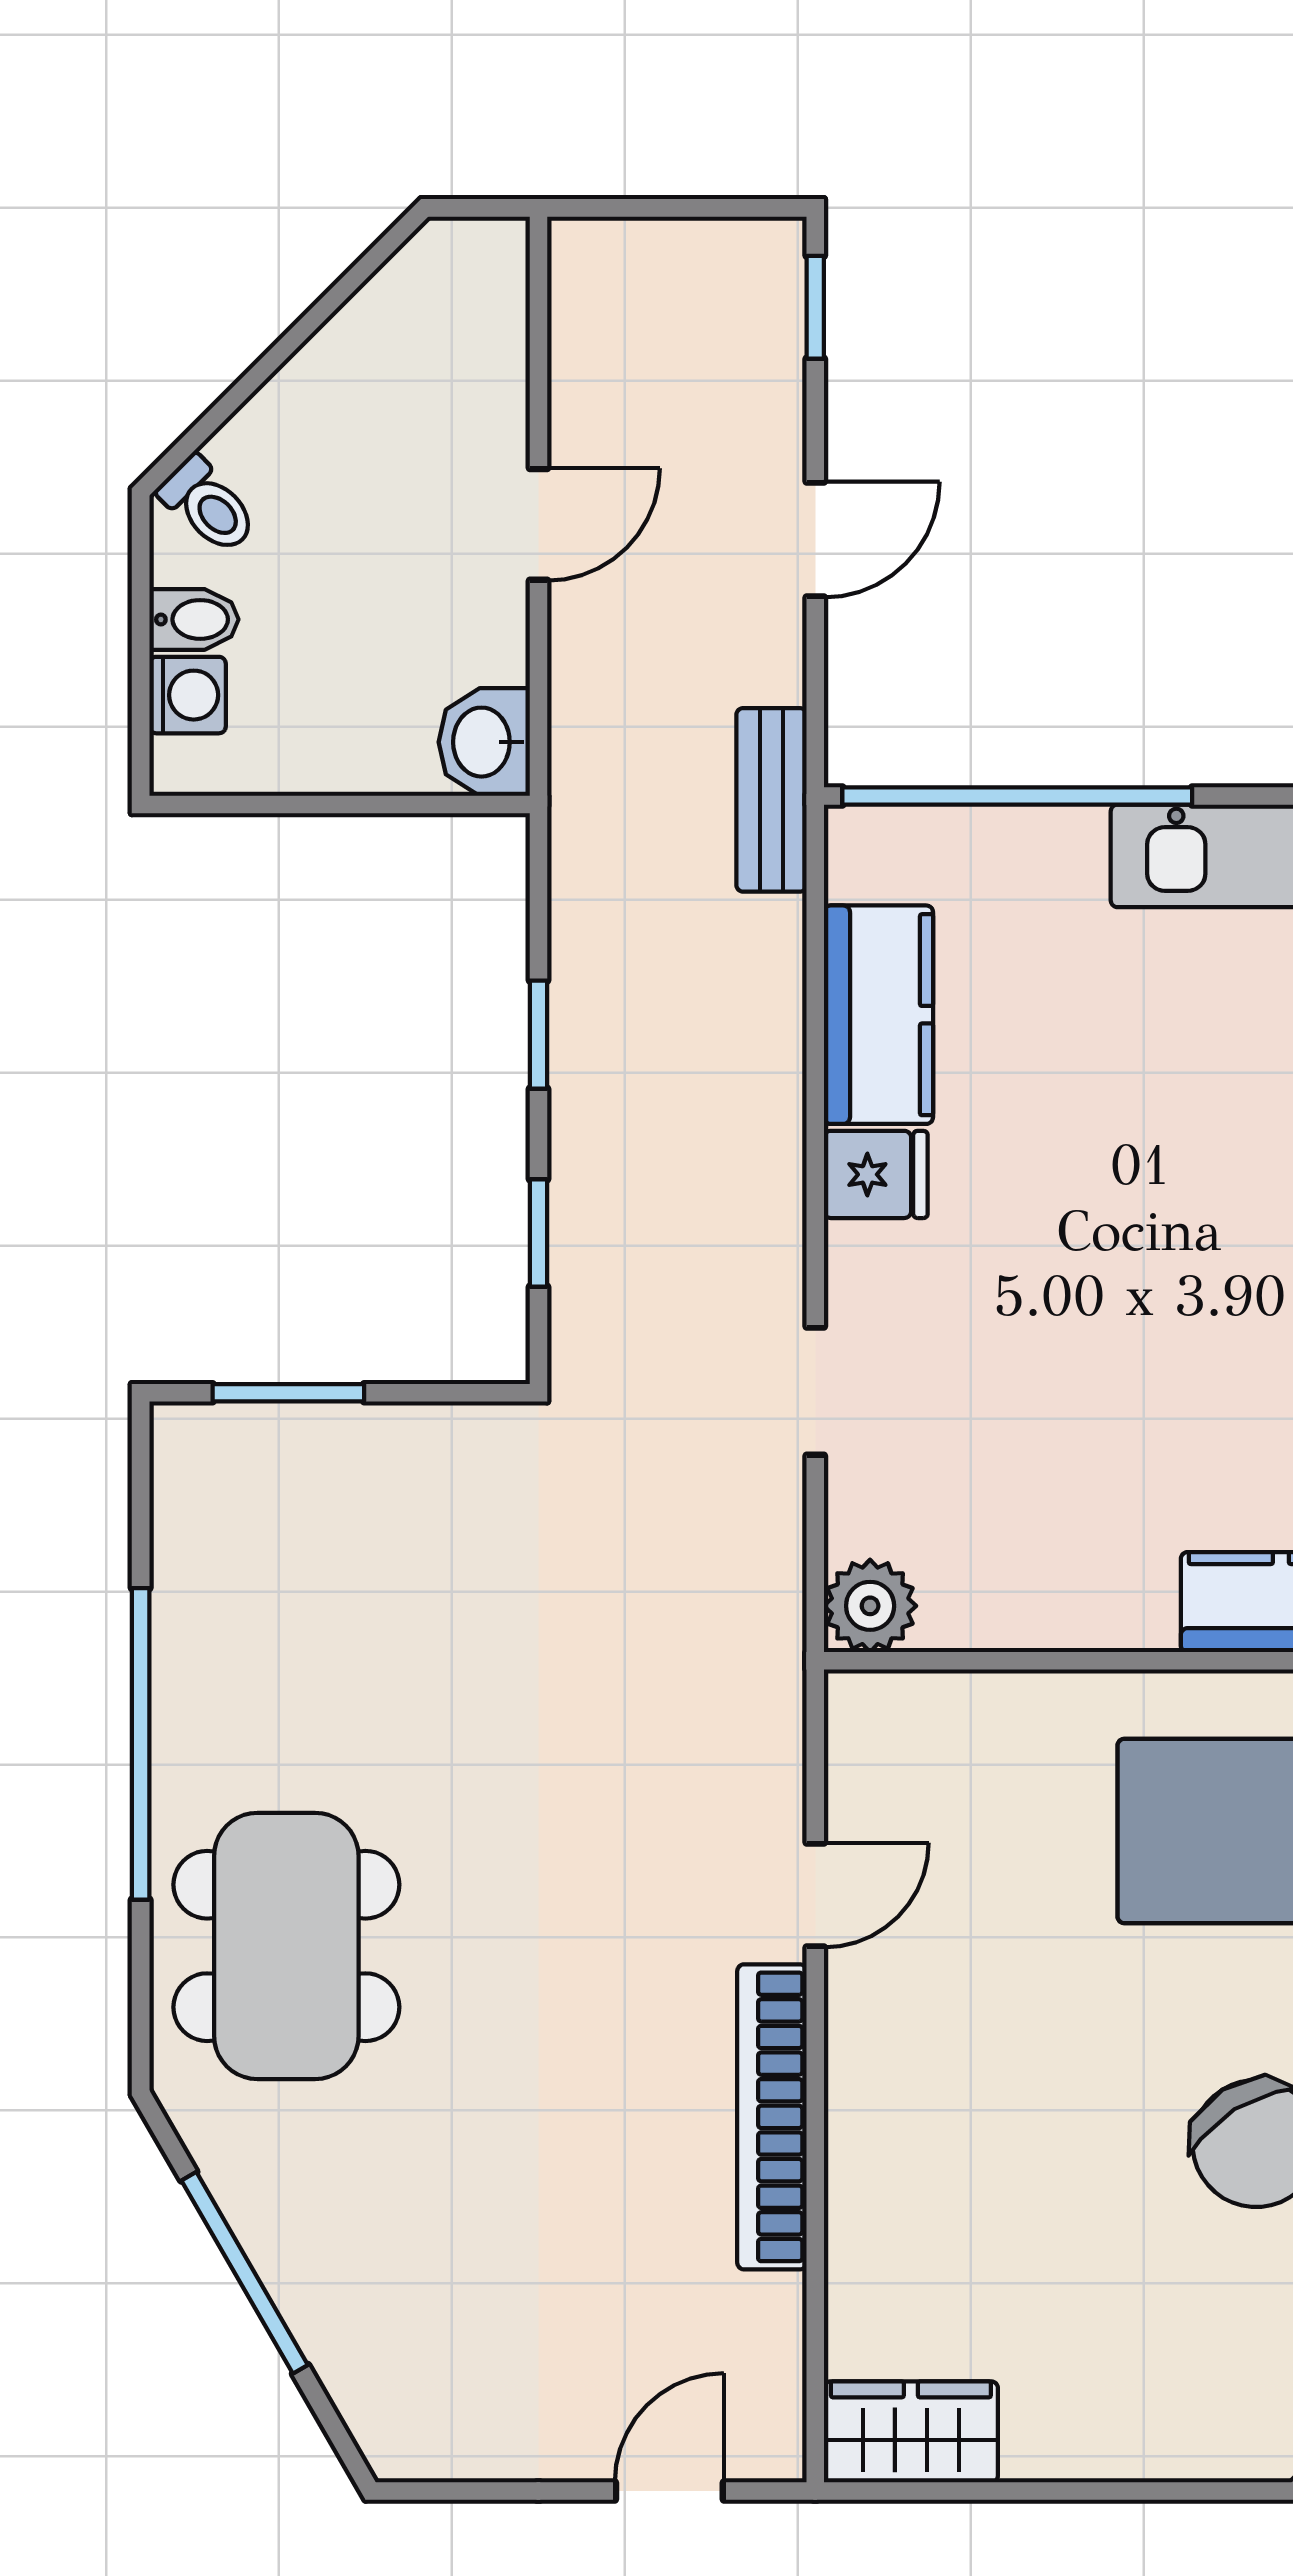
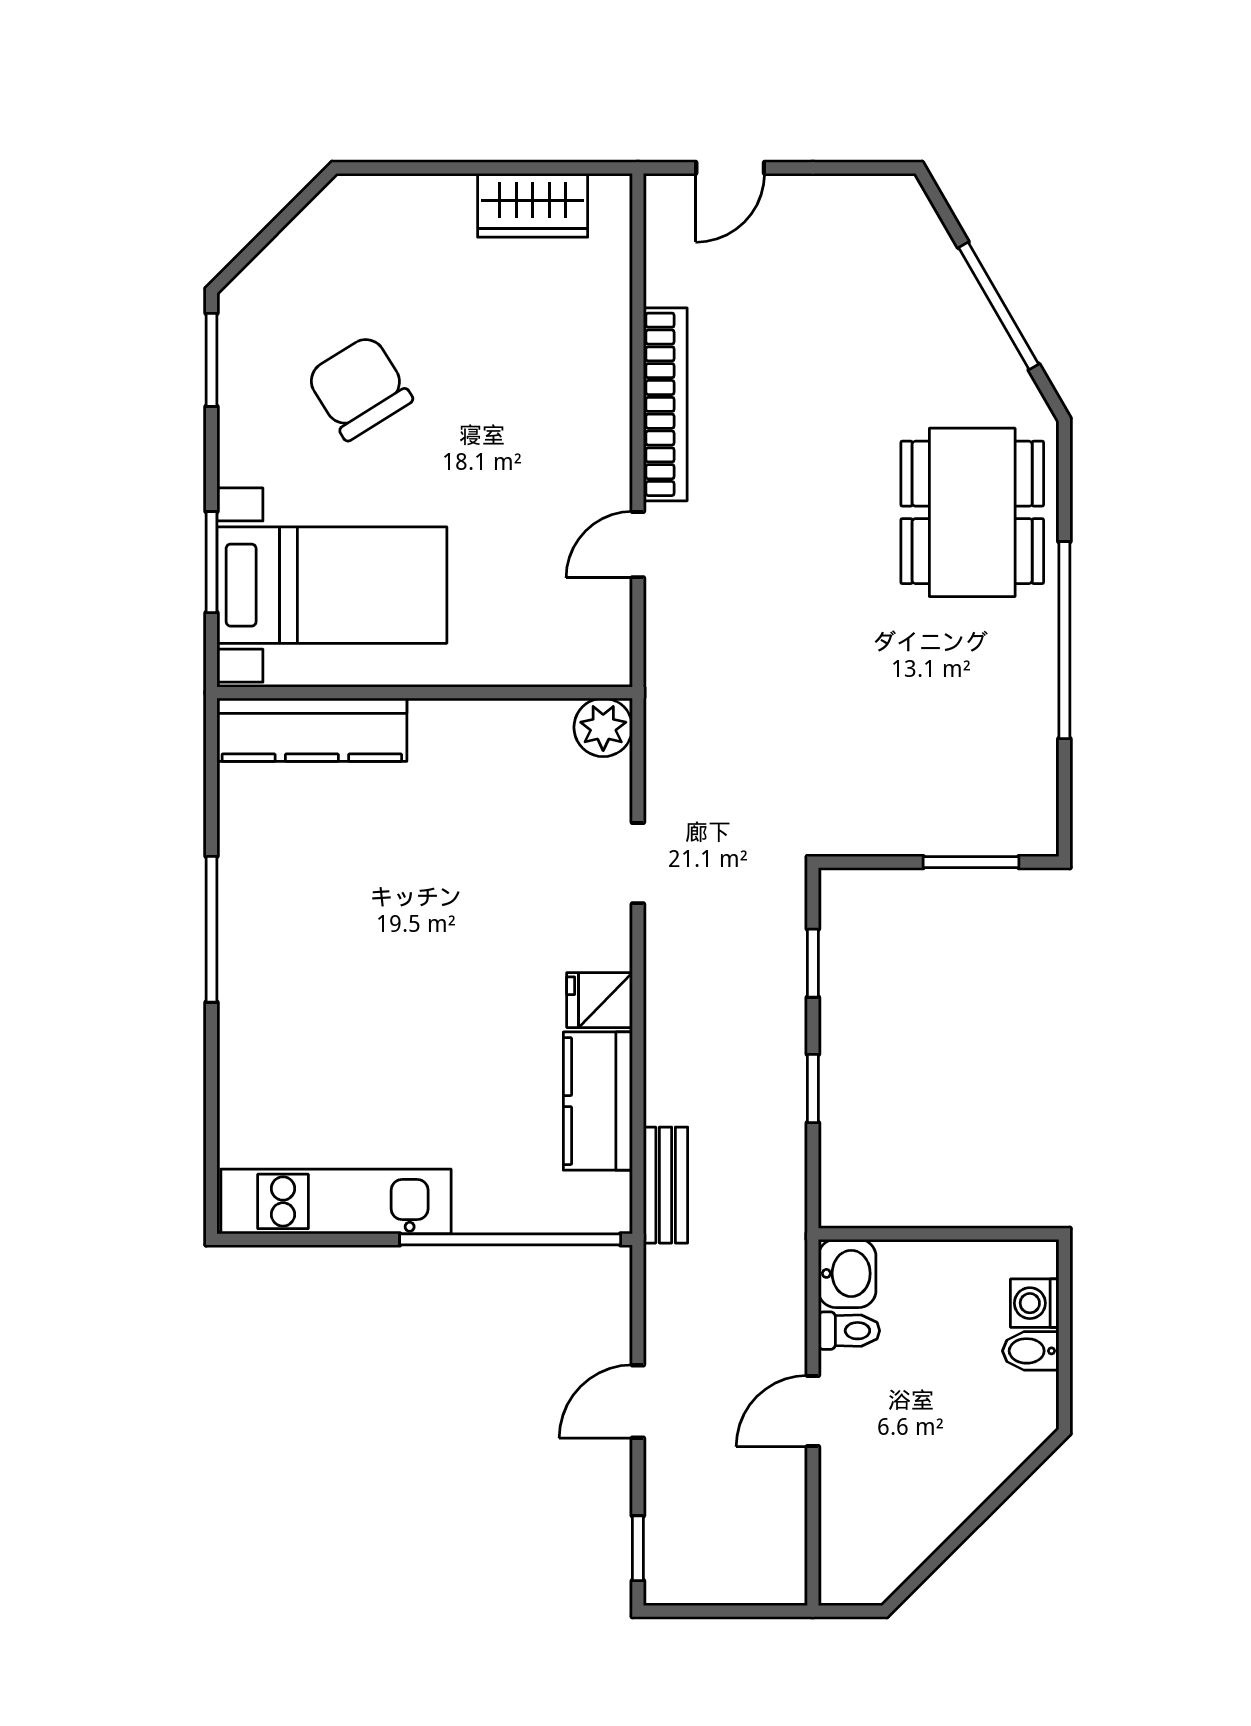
toilet: (208, 505) -> (849, 1331), moved, turned 135
bench: (771, 800) -> (666, 1185), moved
wardrobe: (911, 2432) -> (533, 205), moved

